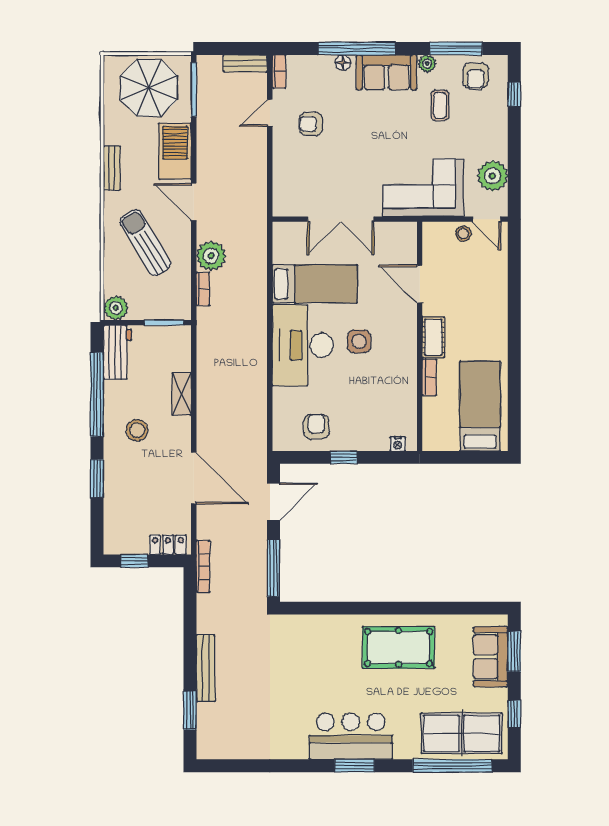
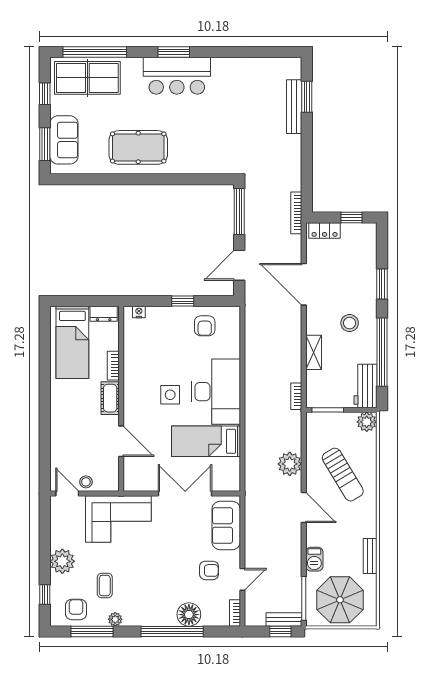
window: (223, 49) -> (280, 631), added
bench: (245, 63) -> (284, 619), moved
floor lamp: (343, 63) -> (189, 615), width x1.89, depth x1.89
sofa: (387, 72) -> (226, 526), moved, turned -90
barbecue: (175, 151) -> (314, 559), width x0.53, depth x0.65
bench: (112, 168) -> (370, 556), moved
plant: (493, 176) -> (62, 561), moved
bookcase: (203, 289) -> (296, 396), moved
dresser: (441, 442) -> (104, 314), added
bench: (206, 668) -> (294, 107), moved

